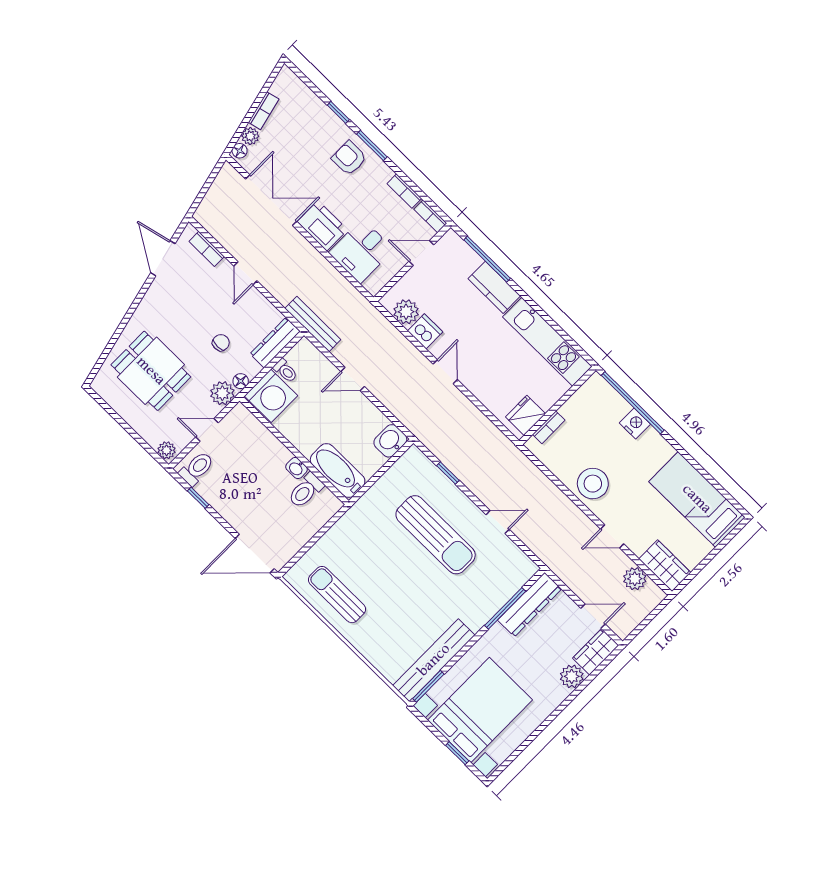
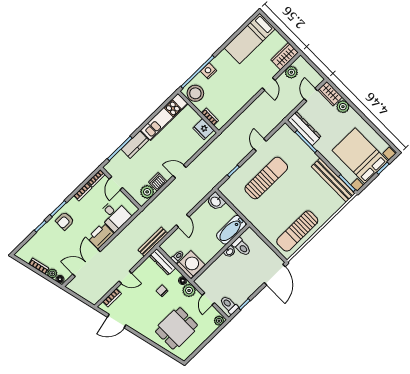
stool: (593, 484) -> (195, 93), moved
sun lounger: (337, 595) -> (297, 231), width x1.36, depth x1.34

